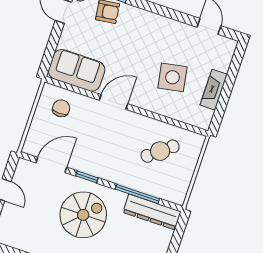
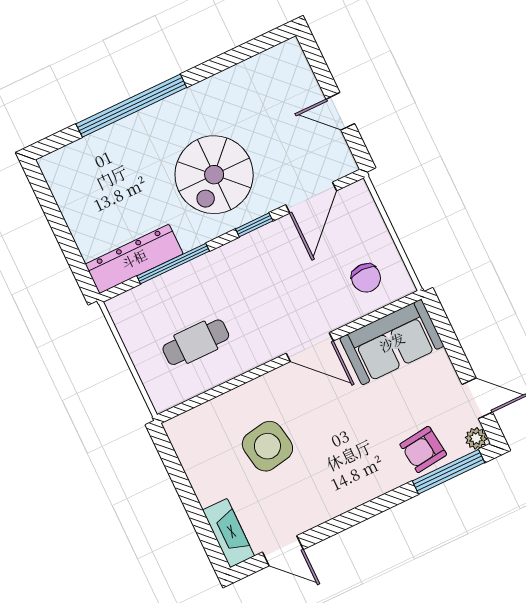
fireplace: (214, 90) -> (229, 533), moved
door: (114, 102) -> (310, 347), hinge flipped
cafe table: (160, 151) -> (196, 342), turned 39

